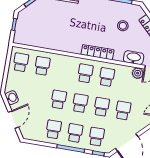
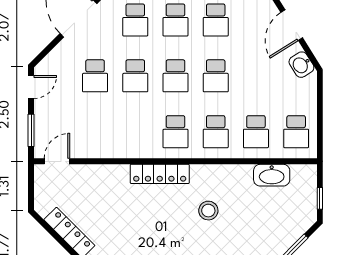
stool: (123, 26) -> (208, 211), moved
washbasin: (134, 58) -> (272, 175), moved
plant: (138, 73) -> (80, 148), removed
school desk: (107, 77) -> (216, 132), moved

